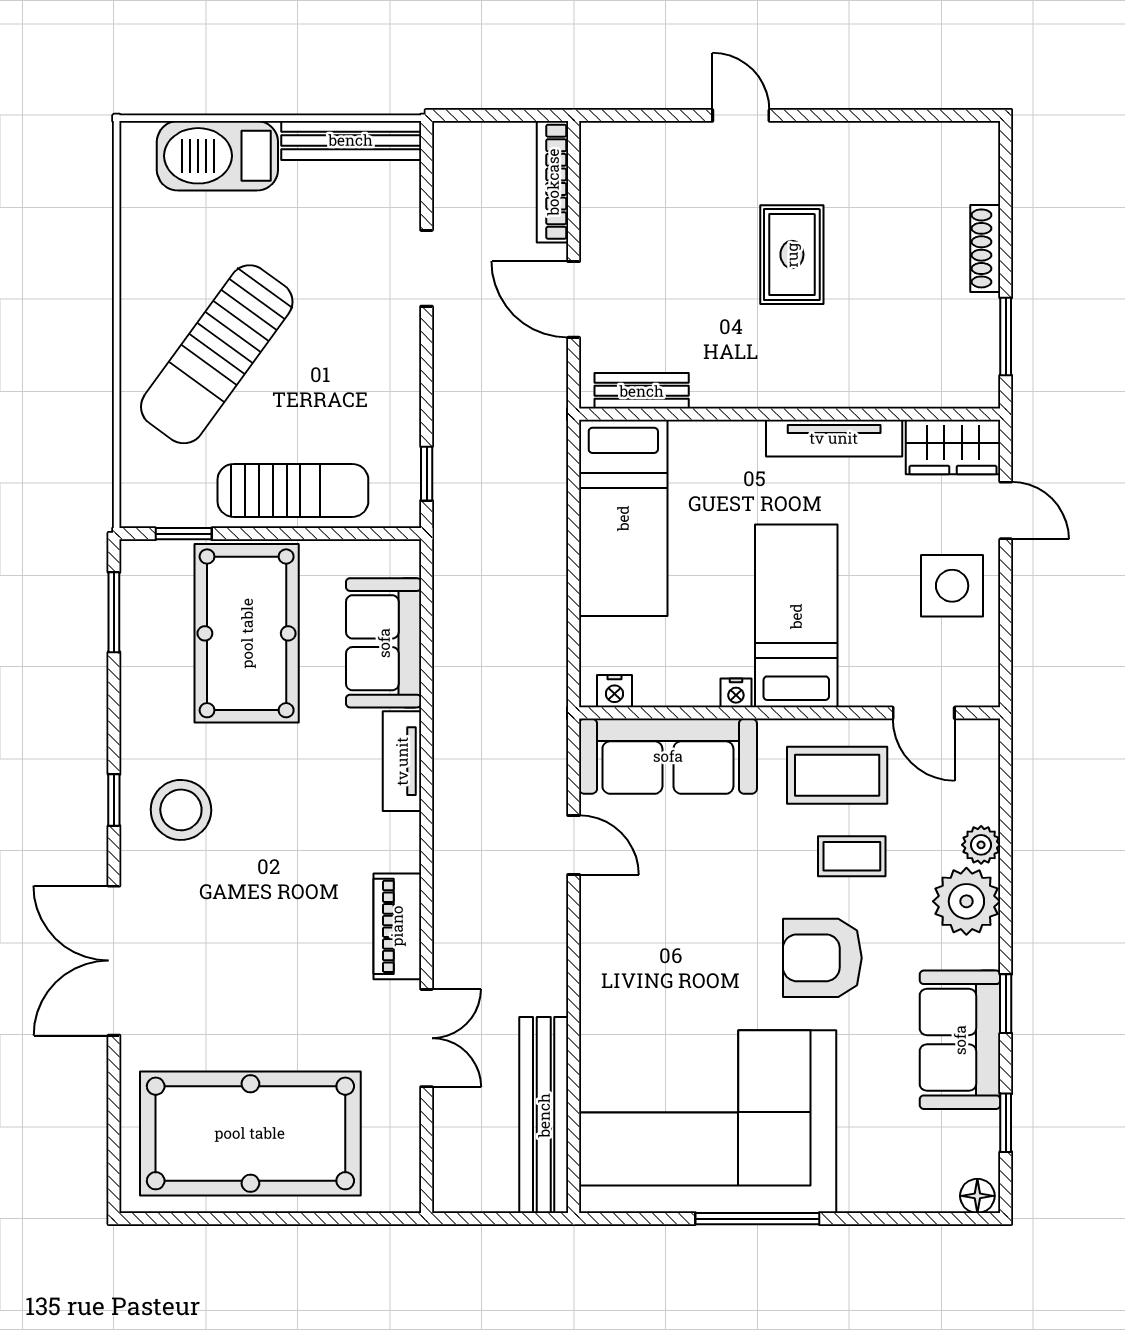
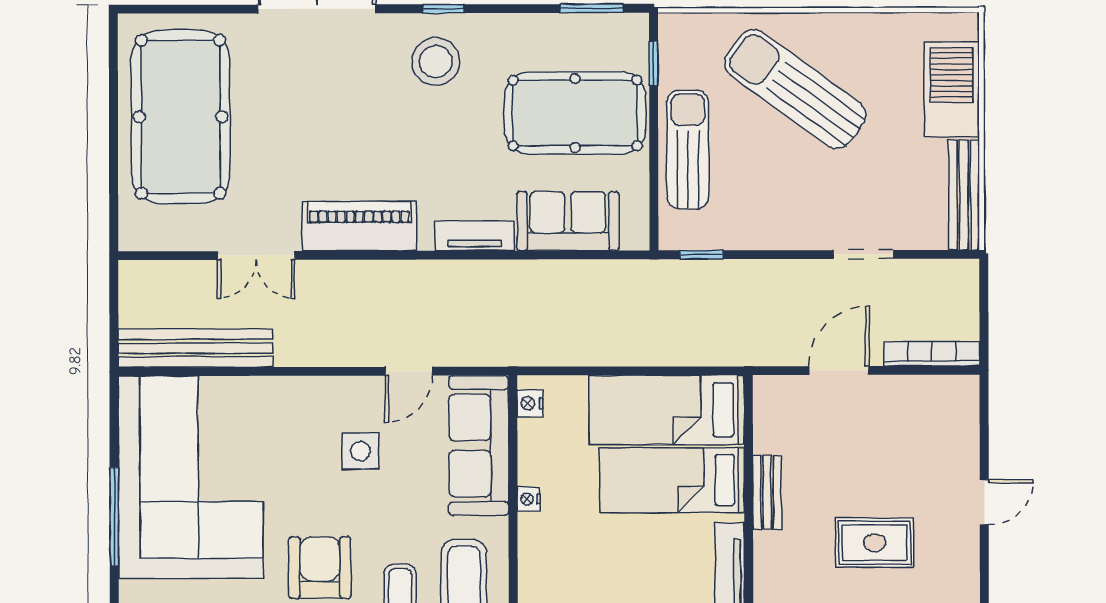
bench: (642, 391) -> (767, 492), moved
sun lounger: (293, 490) -> (688, 149), turned 180
bed: (796, 616) -> (672, 480), moved, turned 180
side table: (675, 906) -> (360, 451), added
piano: (397, 926) -> (359, 226), width x1.37, depth x1.33

